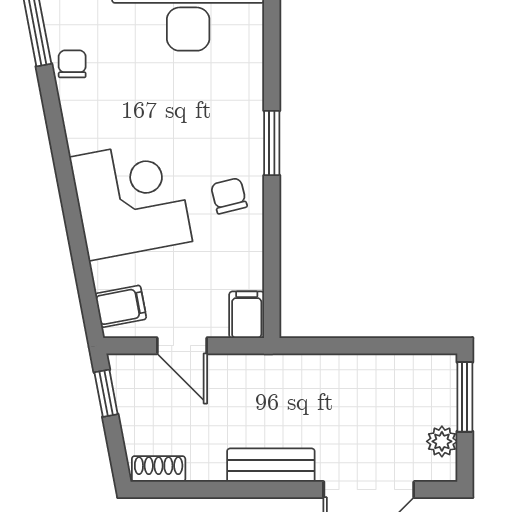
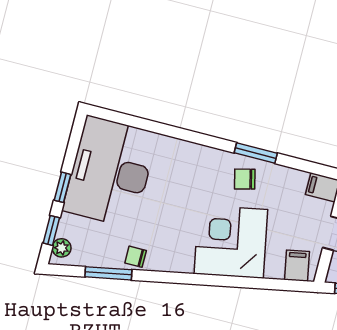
window: (272, 143) -> (256, 153), moved

